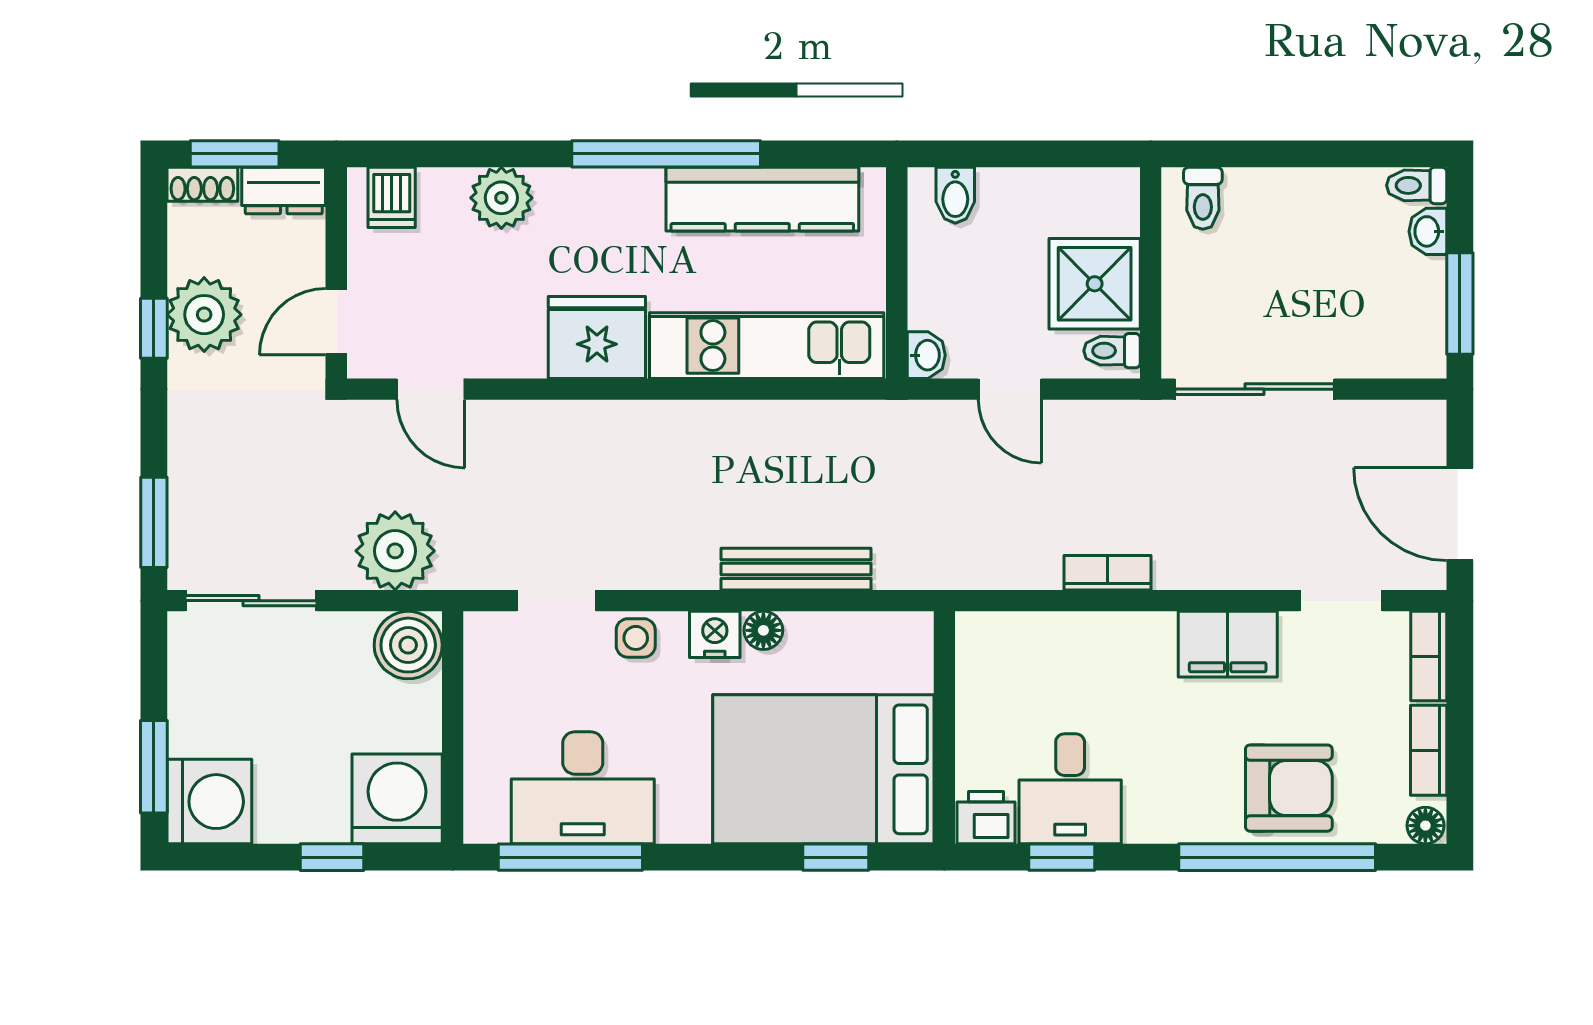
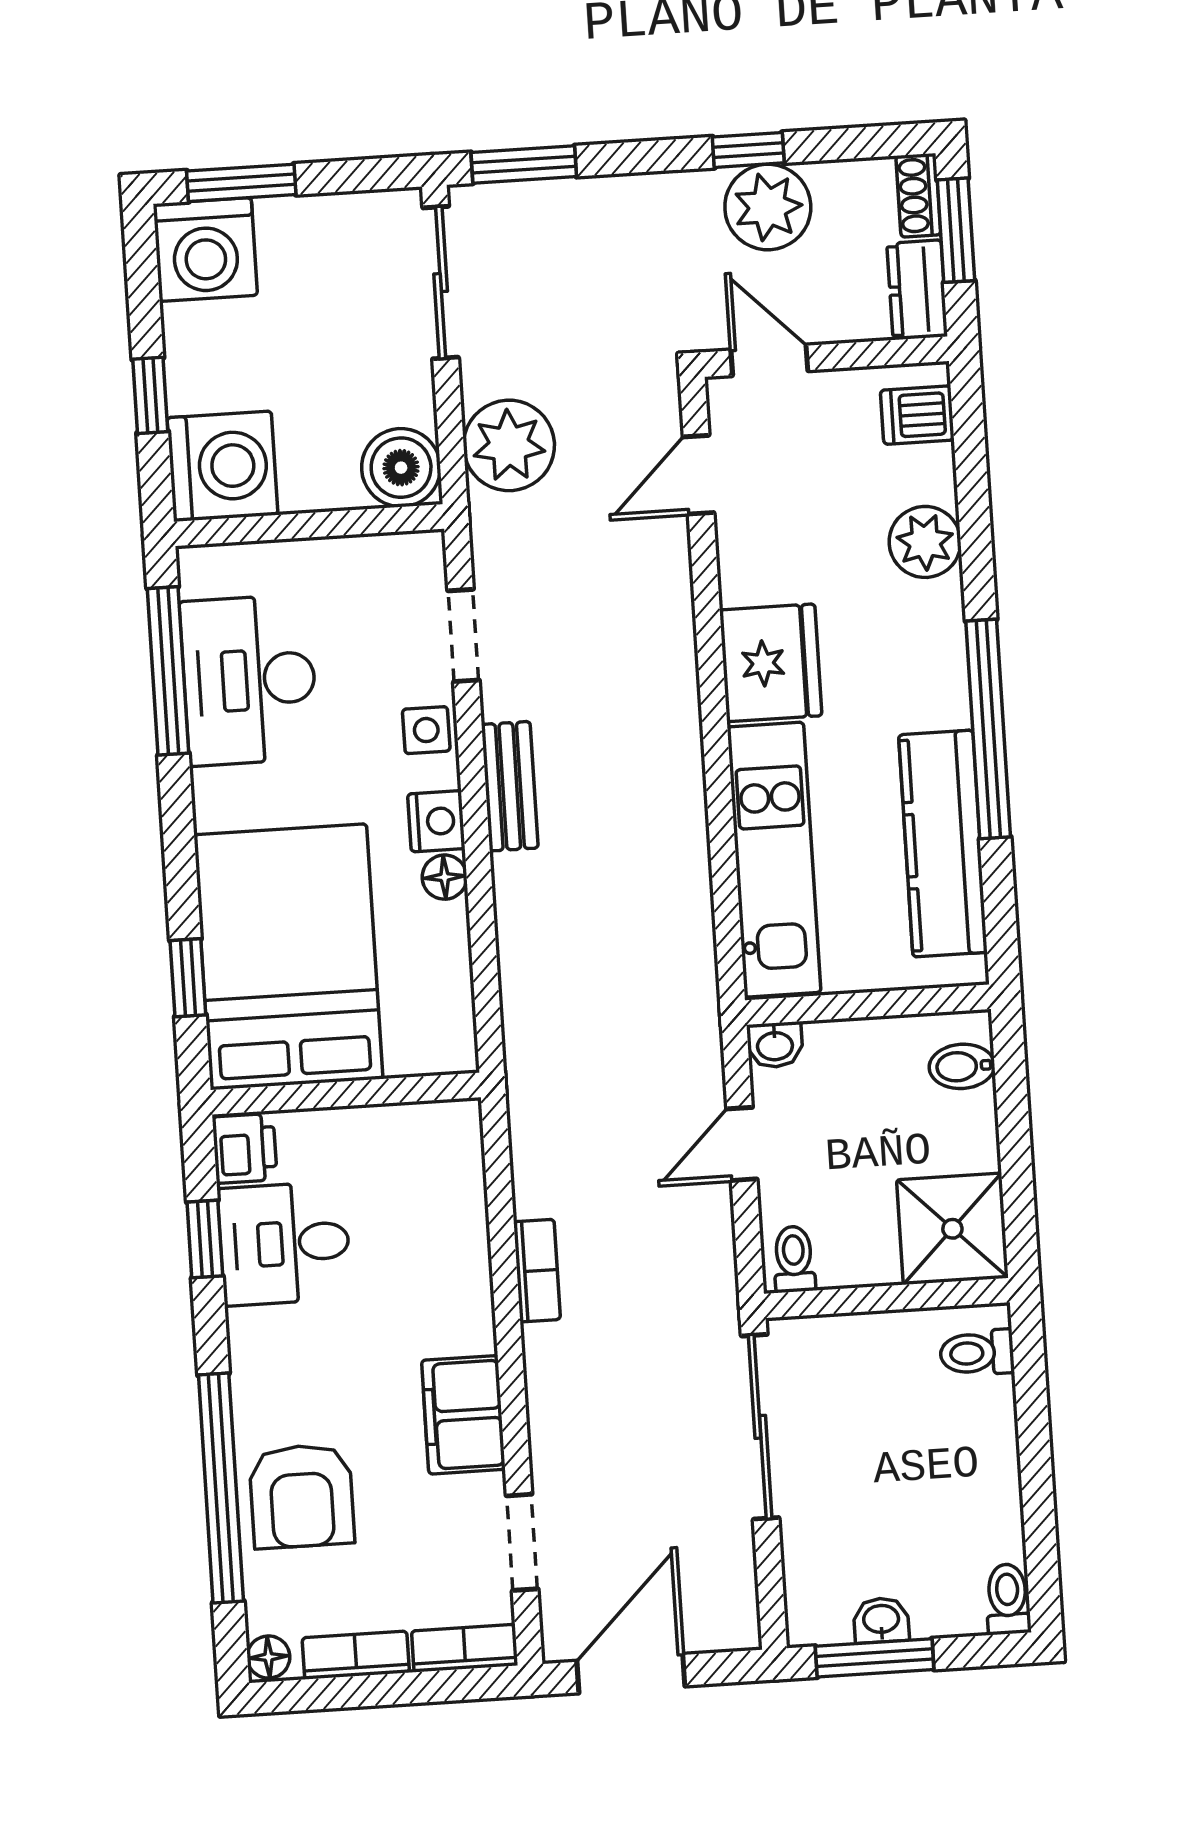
washbasin: (1428, 231) -> (881, 1620), moved
shower: (1095, 284) -> (952, 1229), moved
bench: (796, 569) -> (510, 786), moved, width x0.73

